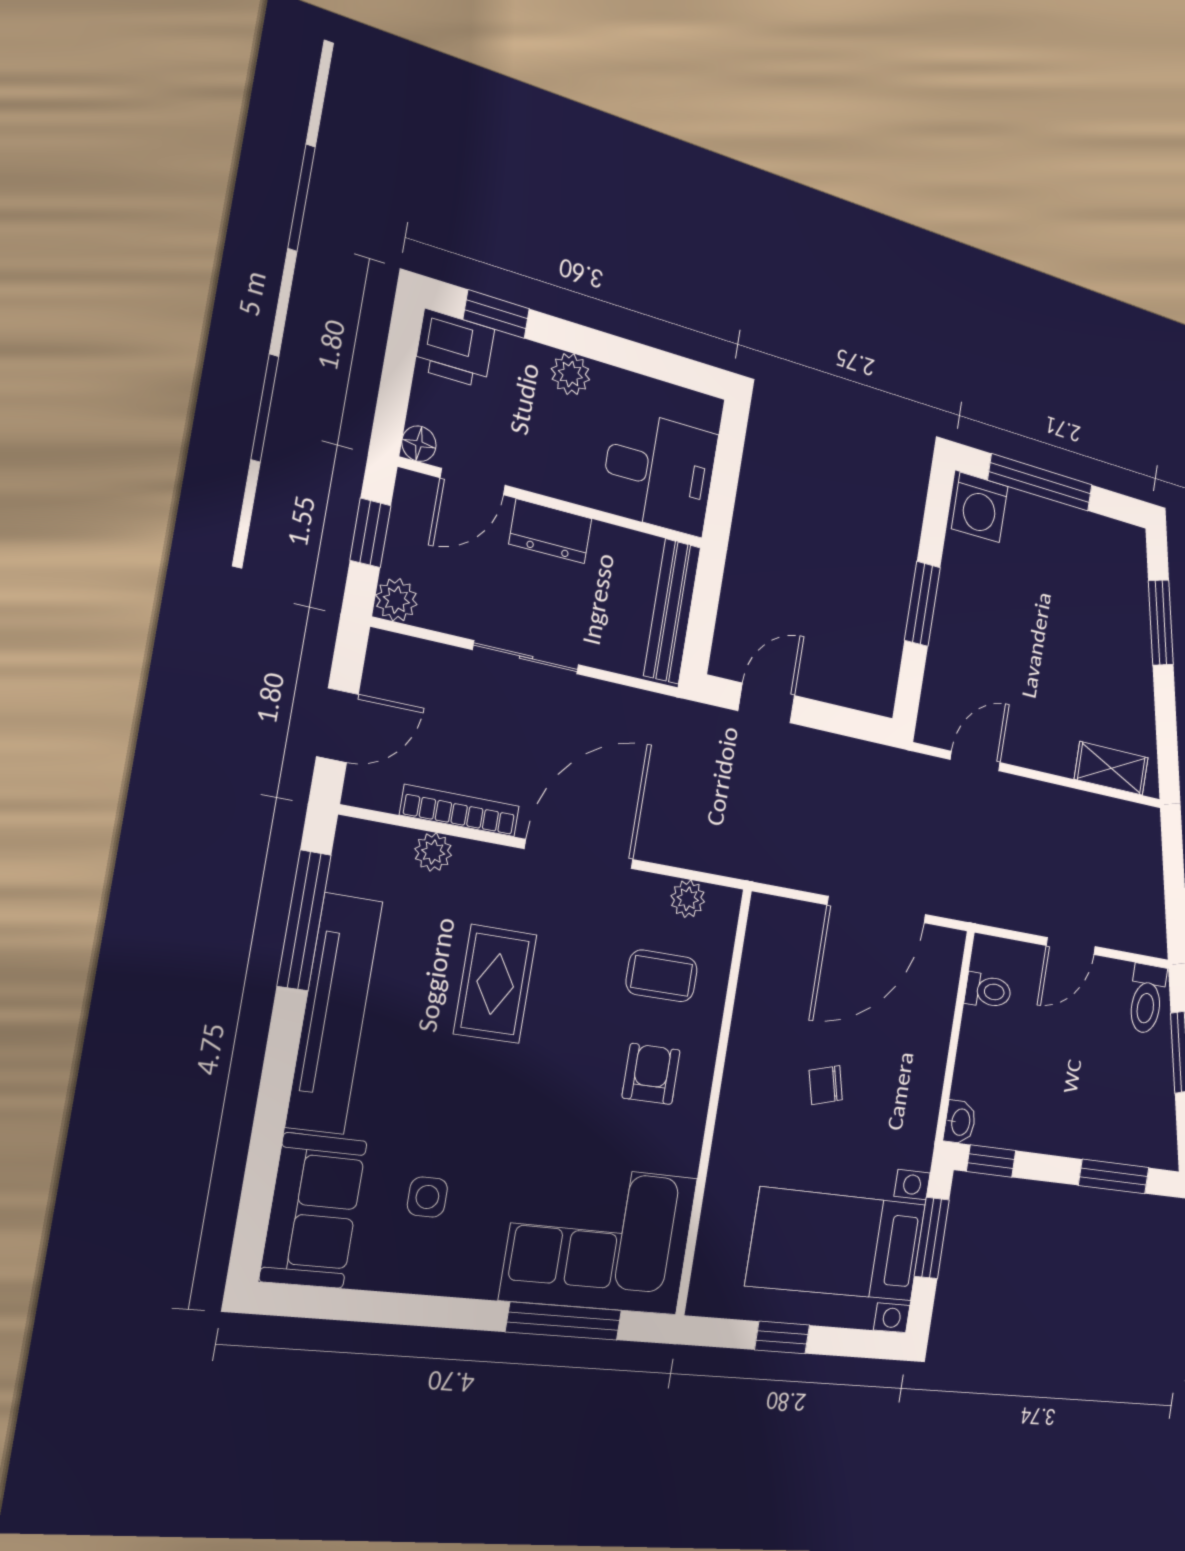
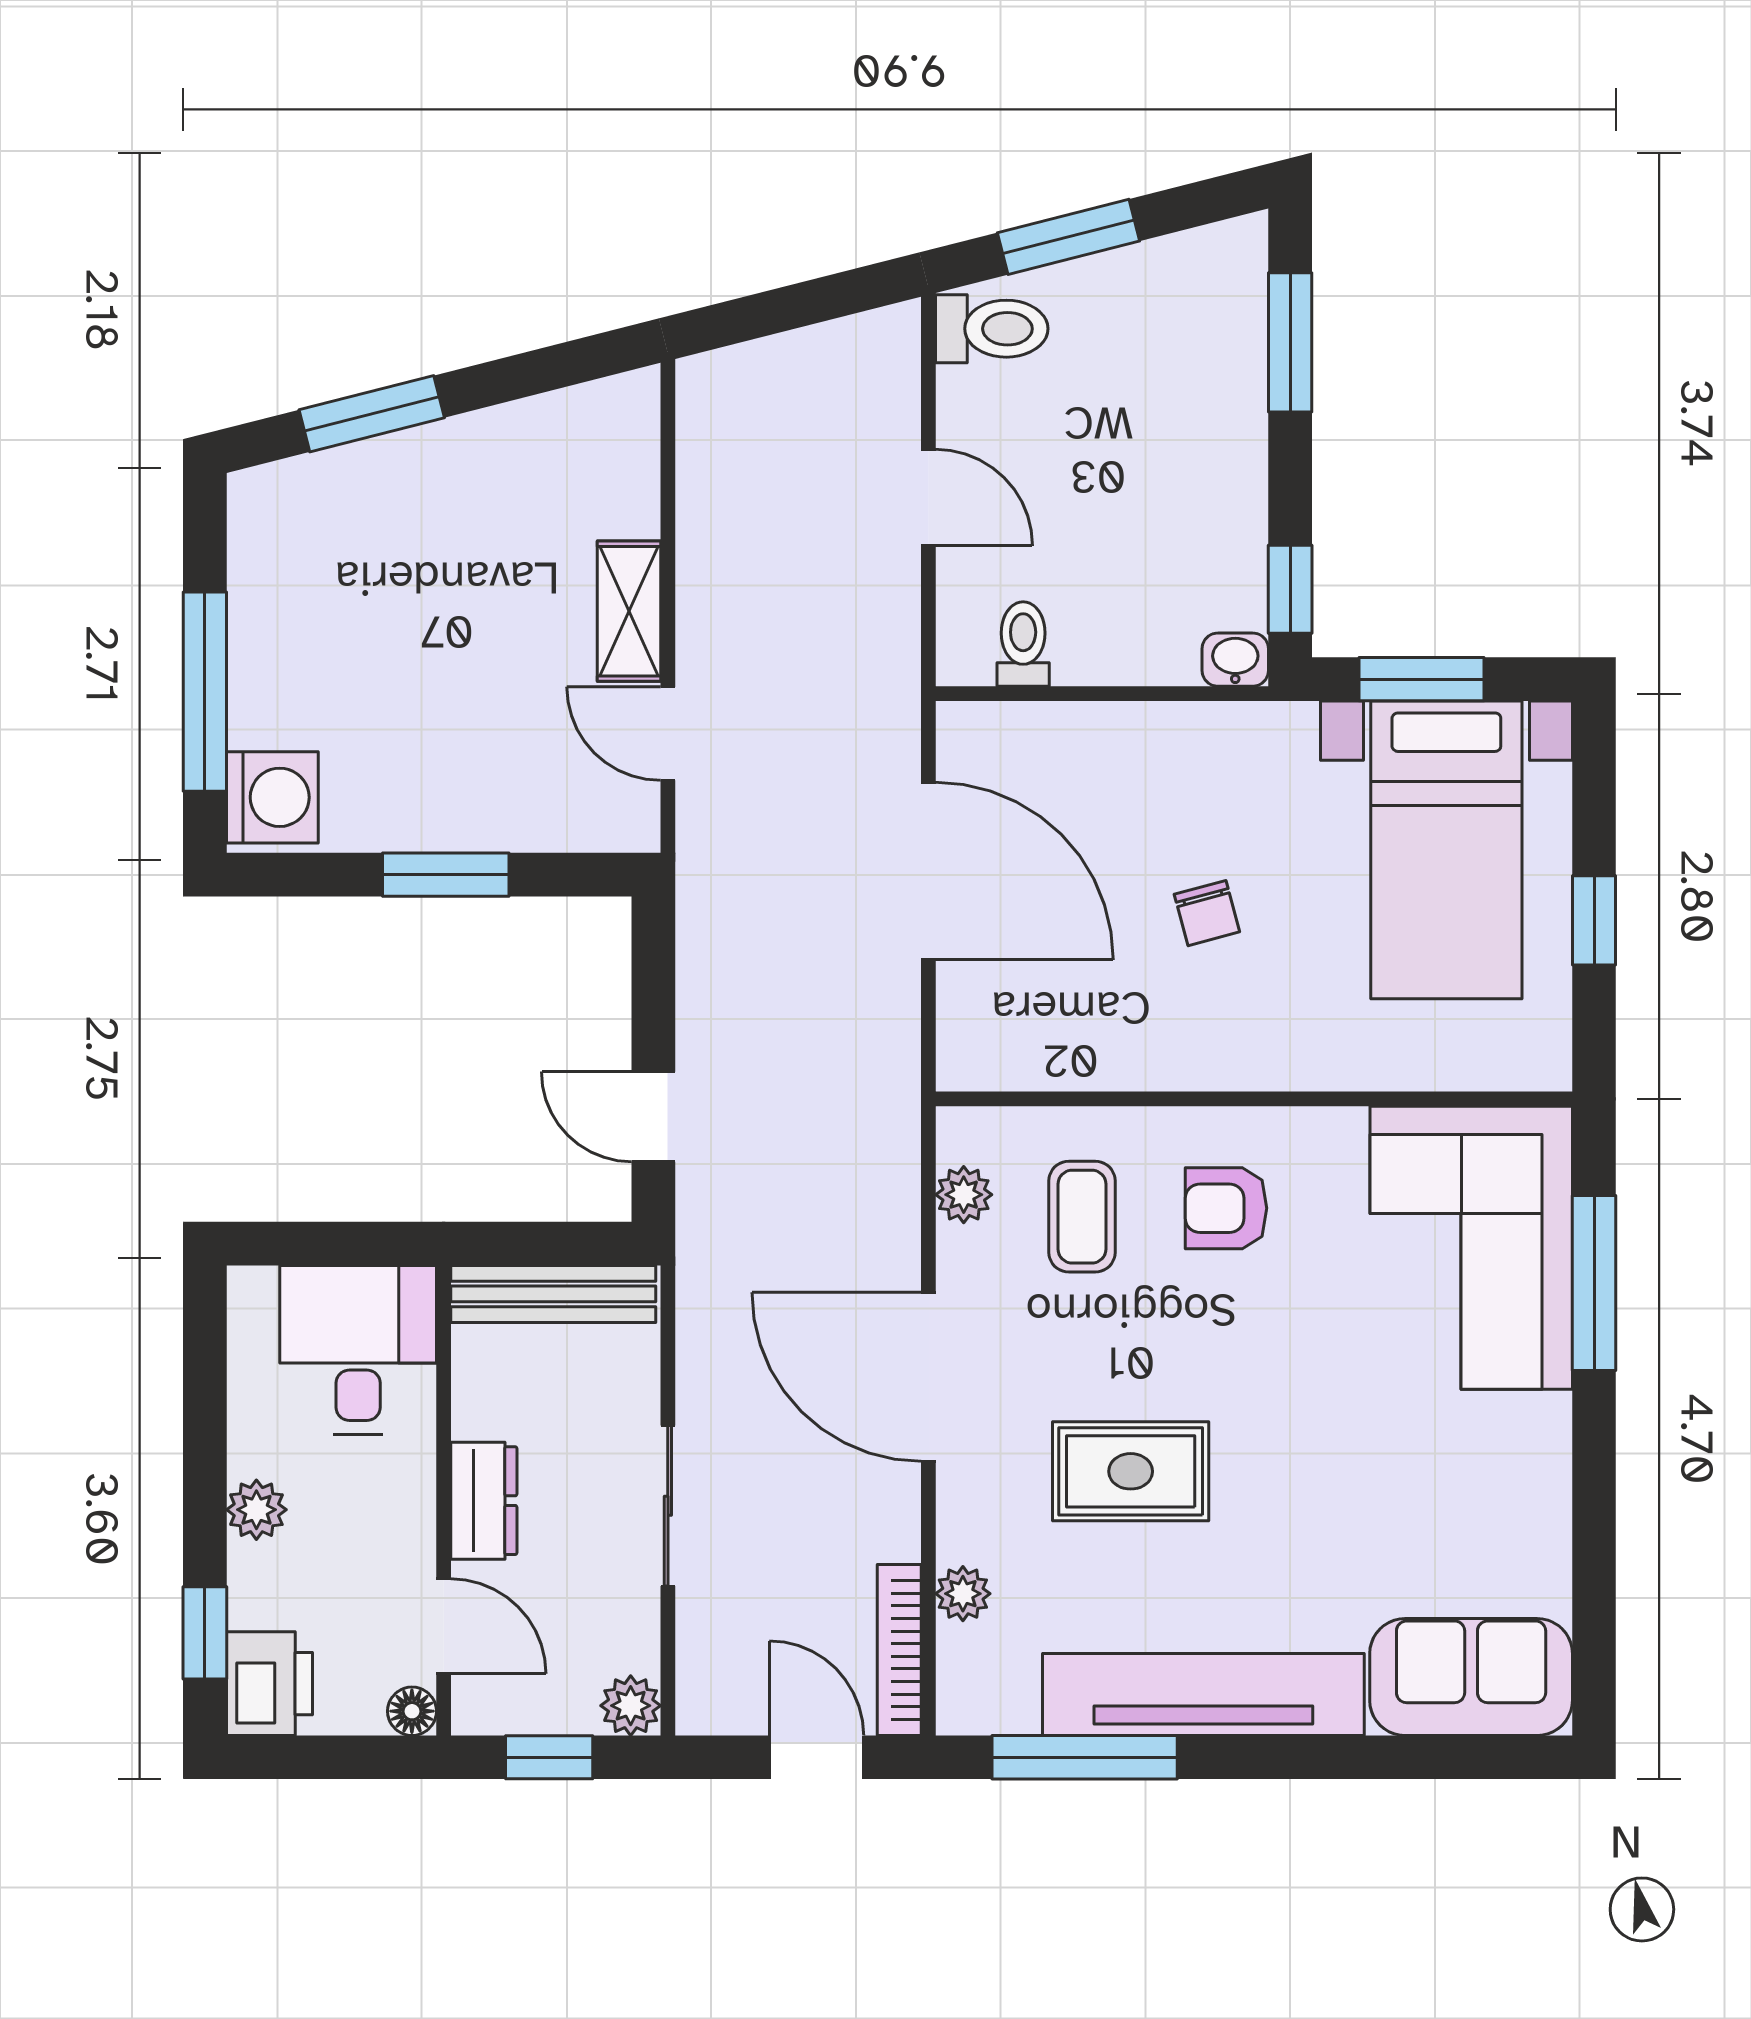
shelving: (1111, 768) -> (629, 611), moved
bookcase: (460, 811) -> (899, 1650), moved
side table: (427, 1197) -> (1437, 1519), removed

